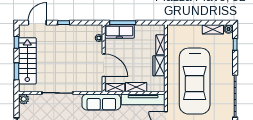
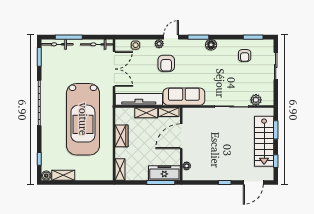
shelving: (160, 45) -> (120, 169), moved
door: (104, 65) -> (181, 136), hinge flipped
car: (195, 81) -> (83, 119), turned 180
plant: (24, 99) -> (256, 100), moved

